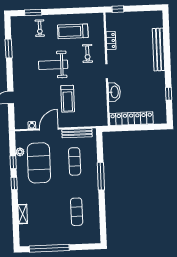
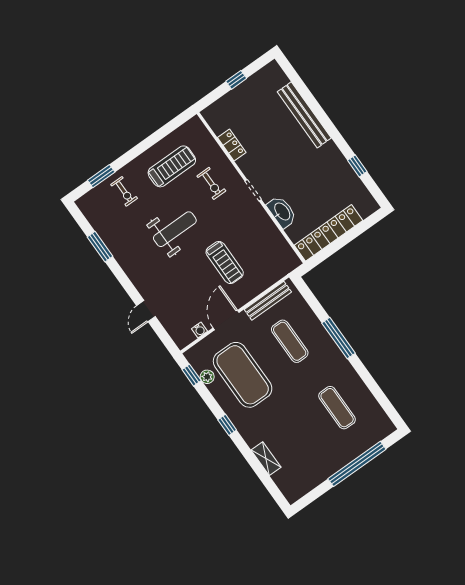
window: (118, 9) -> (236, 80), moved
treadmill: (73, 31) -> (172, 166), turned 180
weight bench: (53, 65) -> (175, 229), turned 180
window: (13, 162) -> (192, 375), moved
window: (49, 248) -> (357, 464), moved

